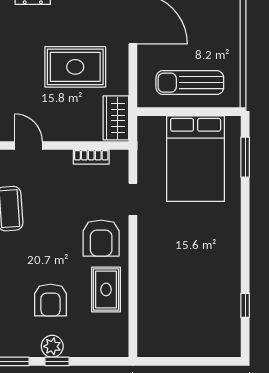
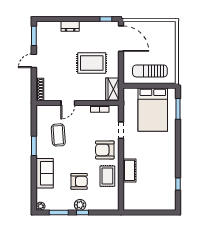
door: (28, 145) -> (68, 103), swing flipped
armchair: (101, 238) -> (105, 150), turned 90
cot: (150, 279) -> (129, 170), added
armchair: (50, 300) -> (79, 181), turned -90

